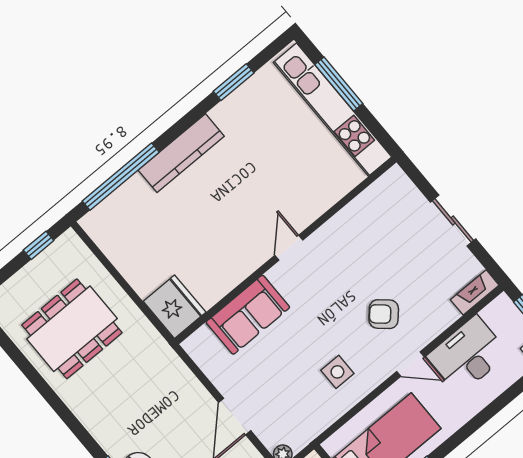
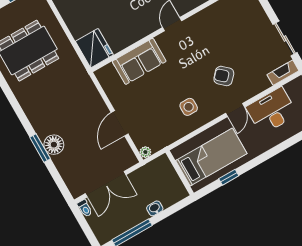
sliding door: (453, 220) -> (285, 38), moved
door: (410, 364) -> (235, 110), hinge flipped

